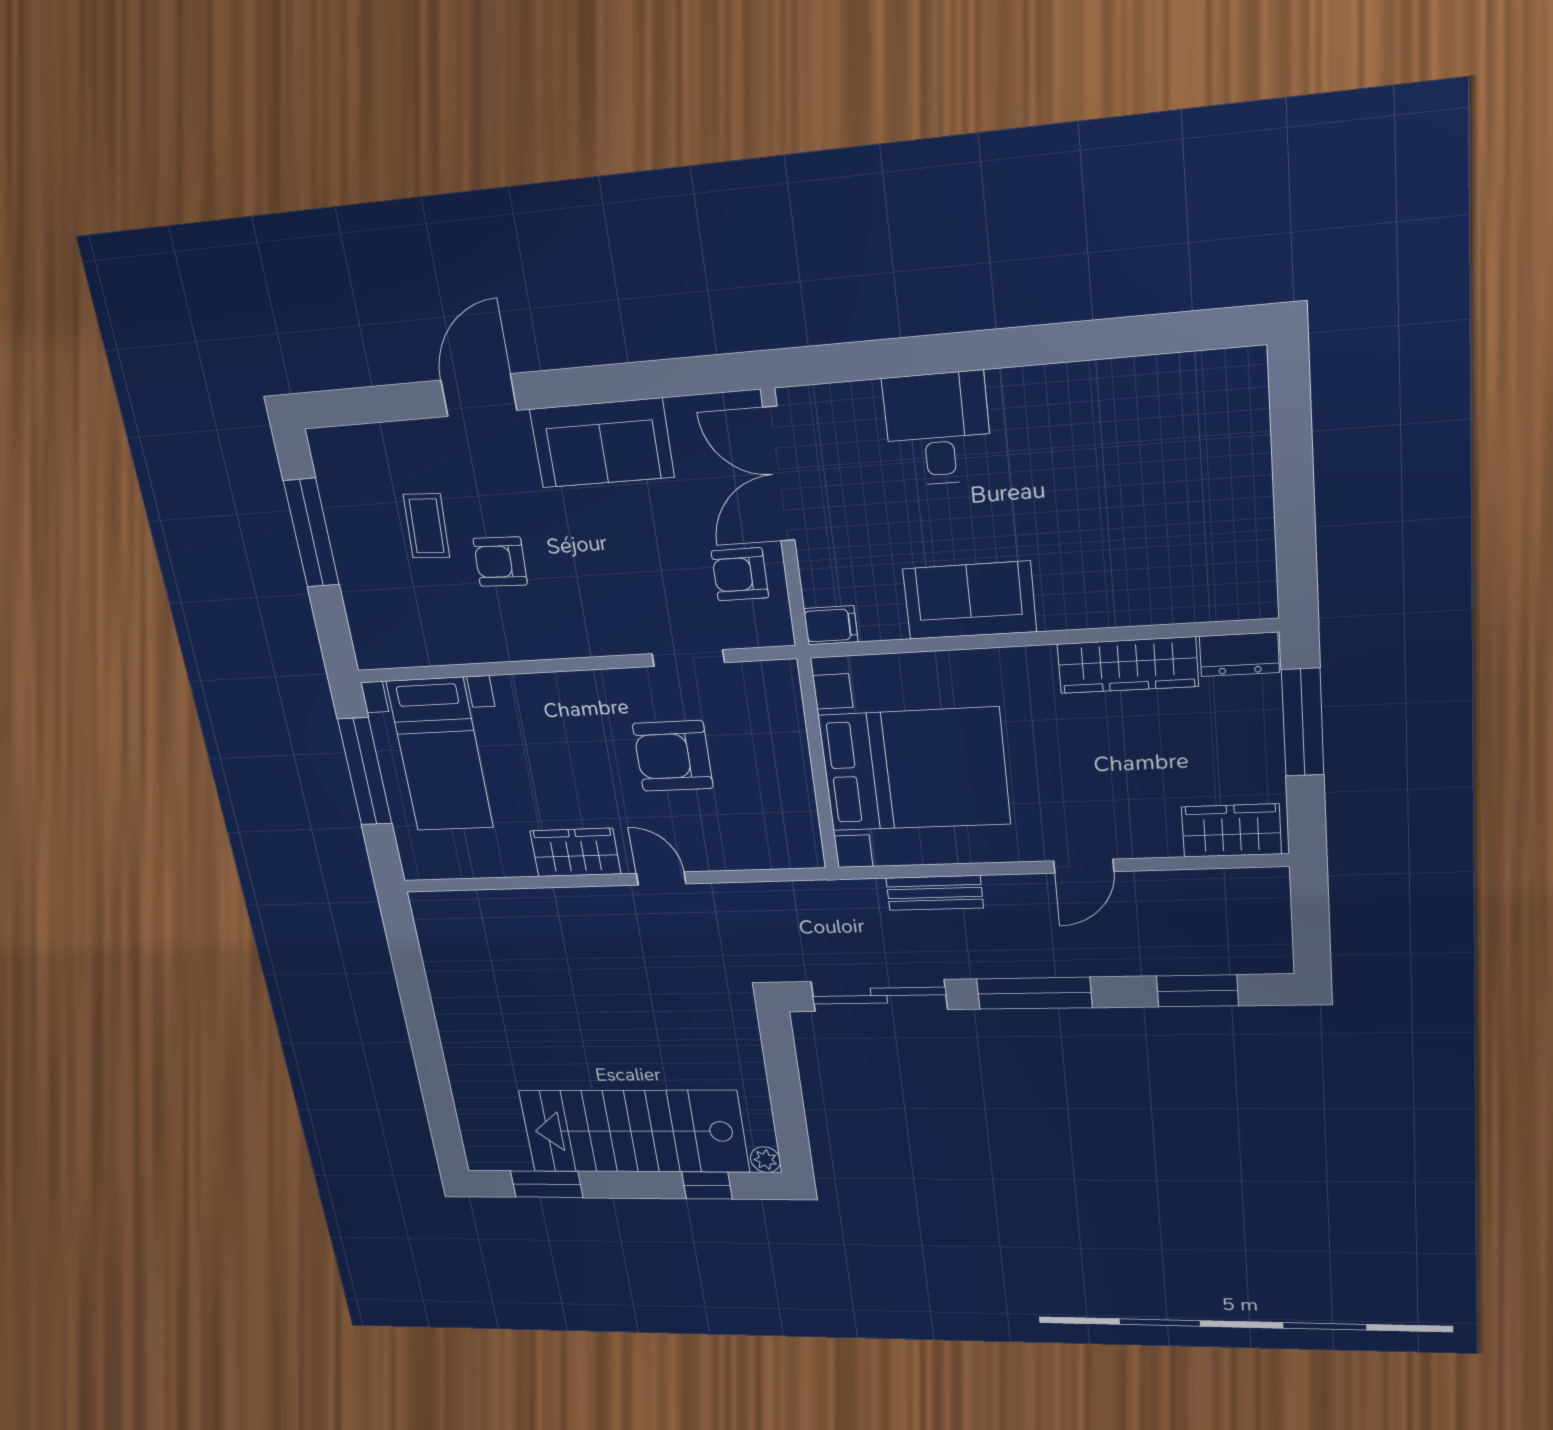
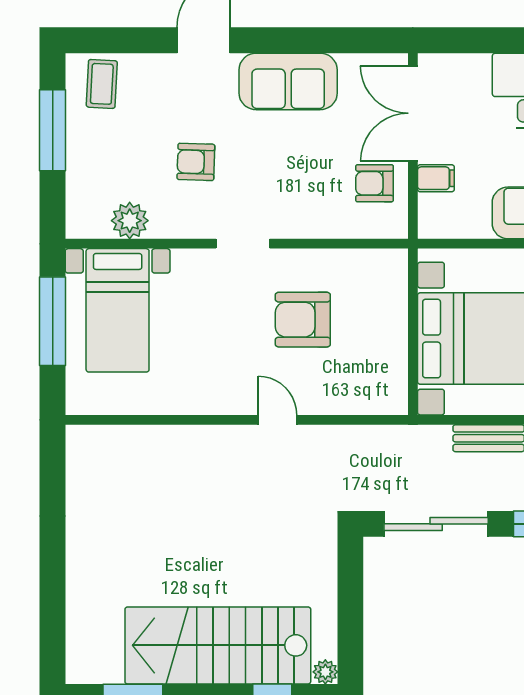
coffee table: (427, 526) -> (102, 84), moved
filing cabinet: (831, 625) -> (436, 178), moved
plant: (432, 643) -> (130, 221), added
doorway: (688, 658) -> (243, 244), moved
wardrobe: (575, 852) -> (212, 396), removed

